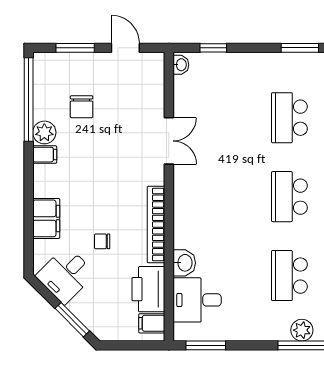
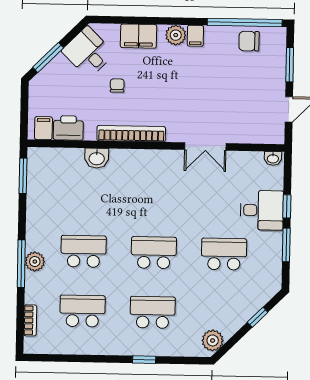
window: (213, 48) -> (287, 206), moved
window: (300, 48) -> (286, 245), moved
chair: (82, 107) -> (249, 41), moved
plant: (44, 132) -> (176, 35), moved
printer: (148, 289) -> (68, 128), width x0.73, depth x0.84
desk: (197, 300) -> (262, 210), moved, turned 90

